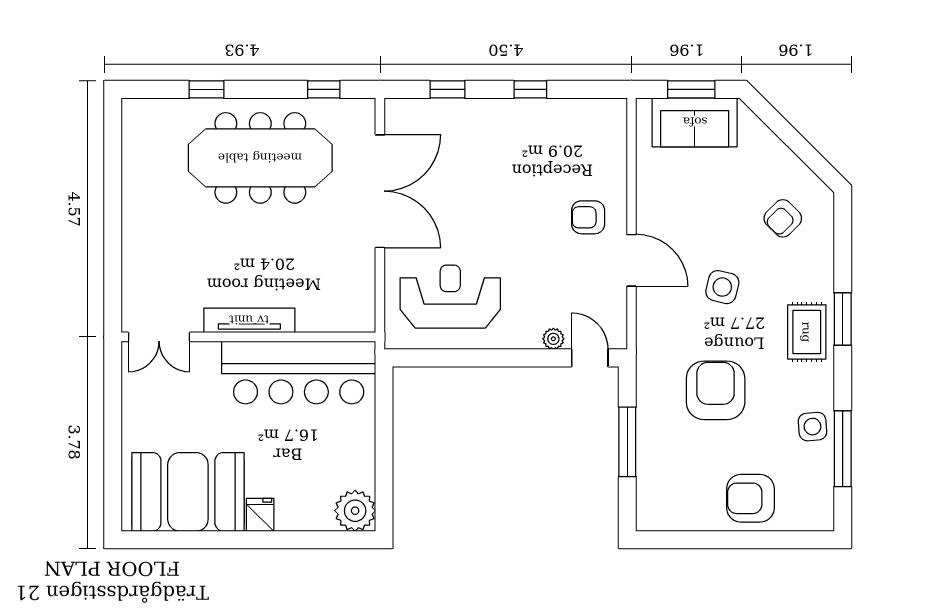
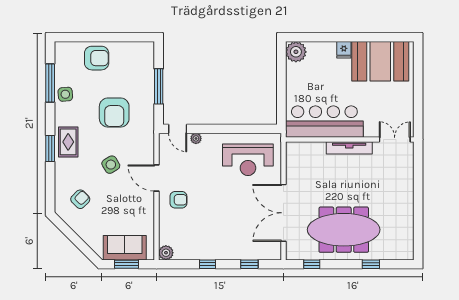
plant: (613, 112) -> (166, 253), added
side table: (722, 287) -> (111, 165), turned 45

